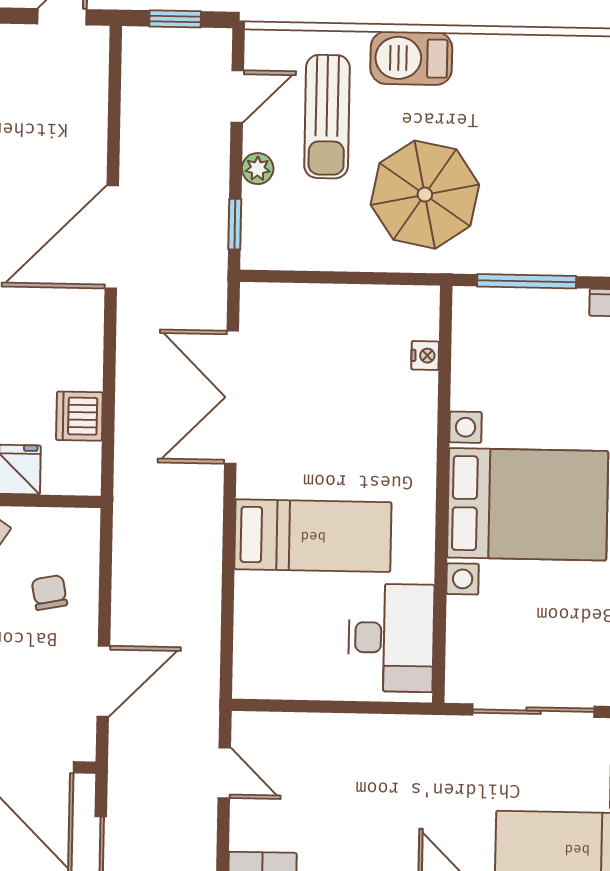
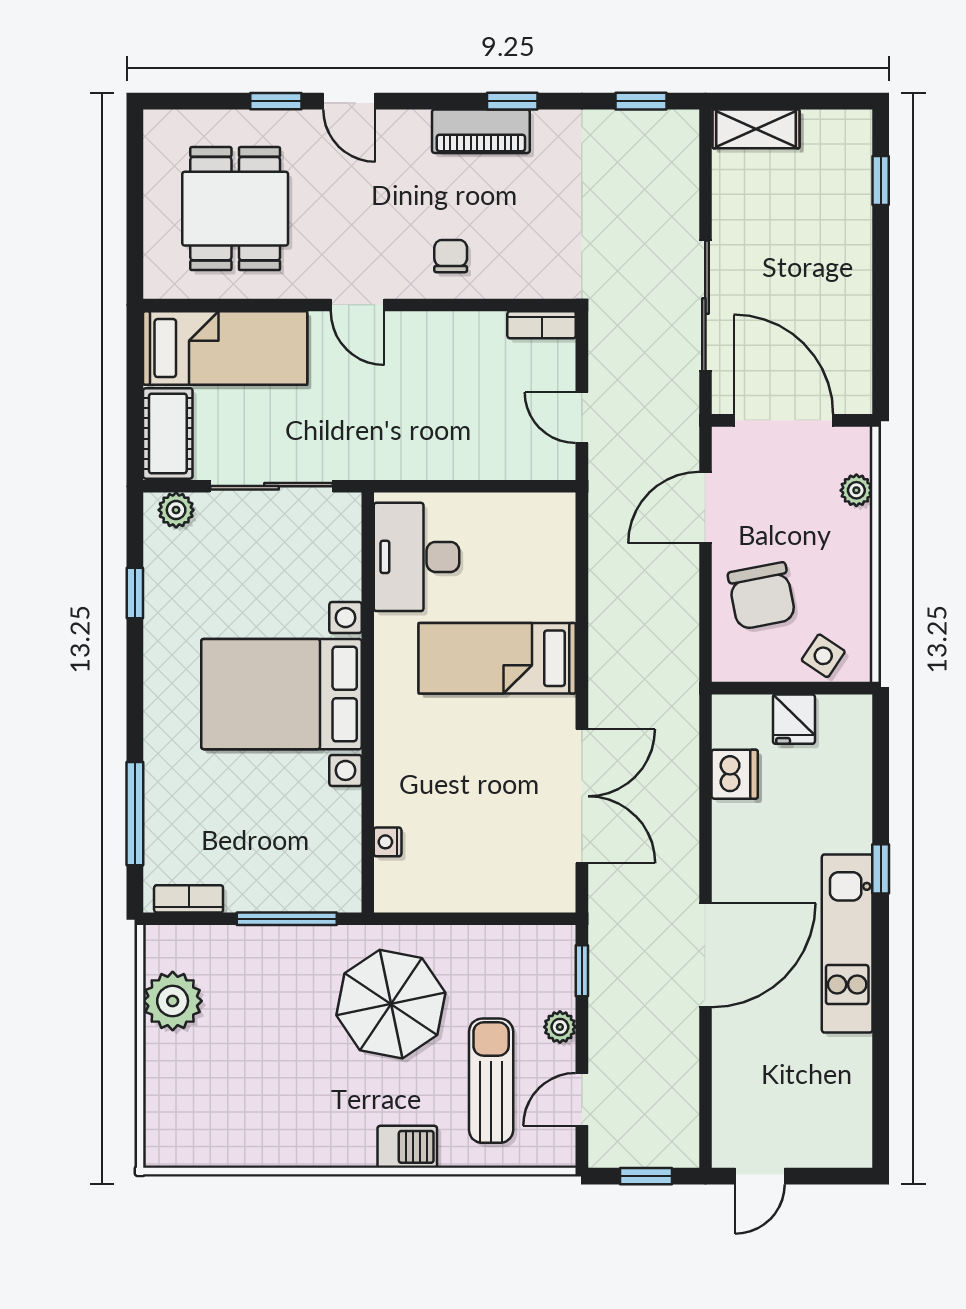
barbecue: (411, 58) -> (407, 1147), width x0.73, depth x0.79
chair: (49, 592) -> (762, 596), width x1.87, depth x1.87

